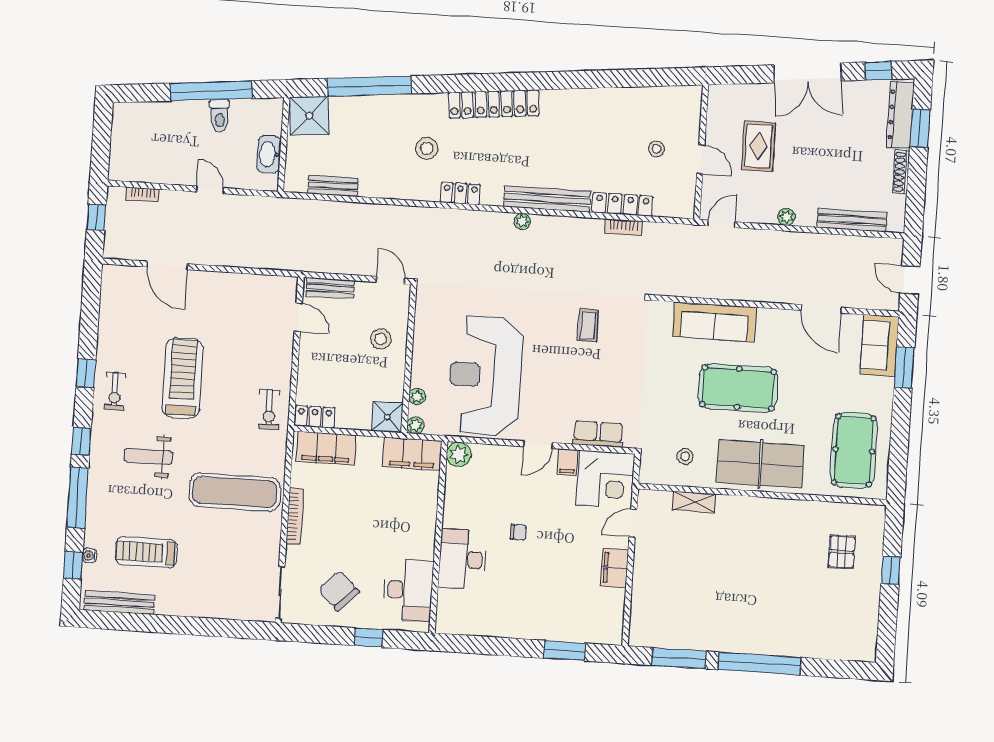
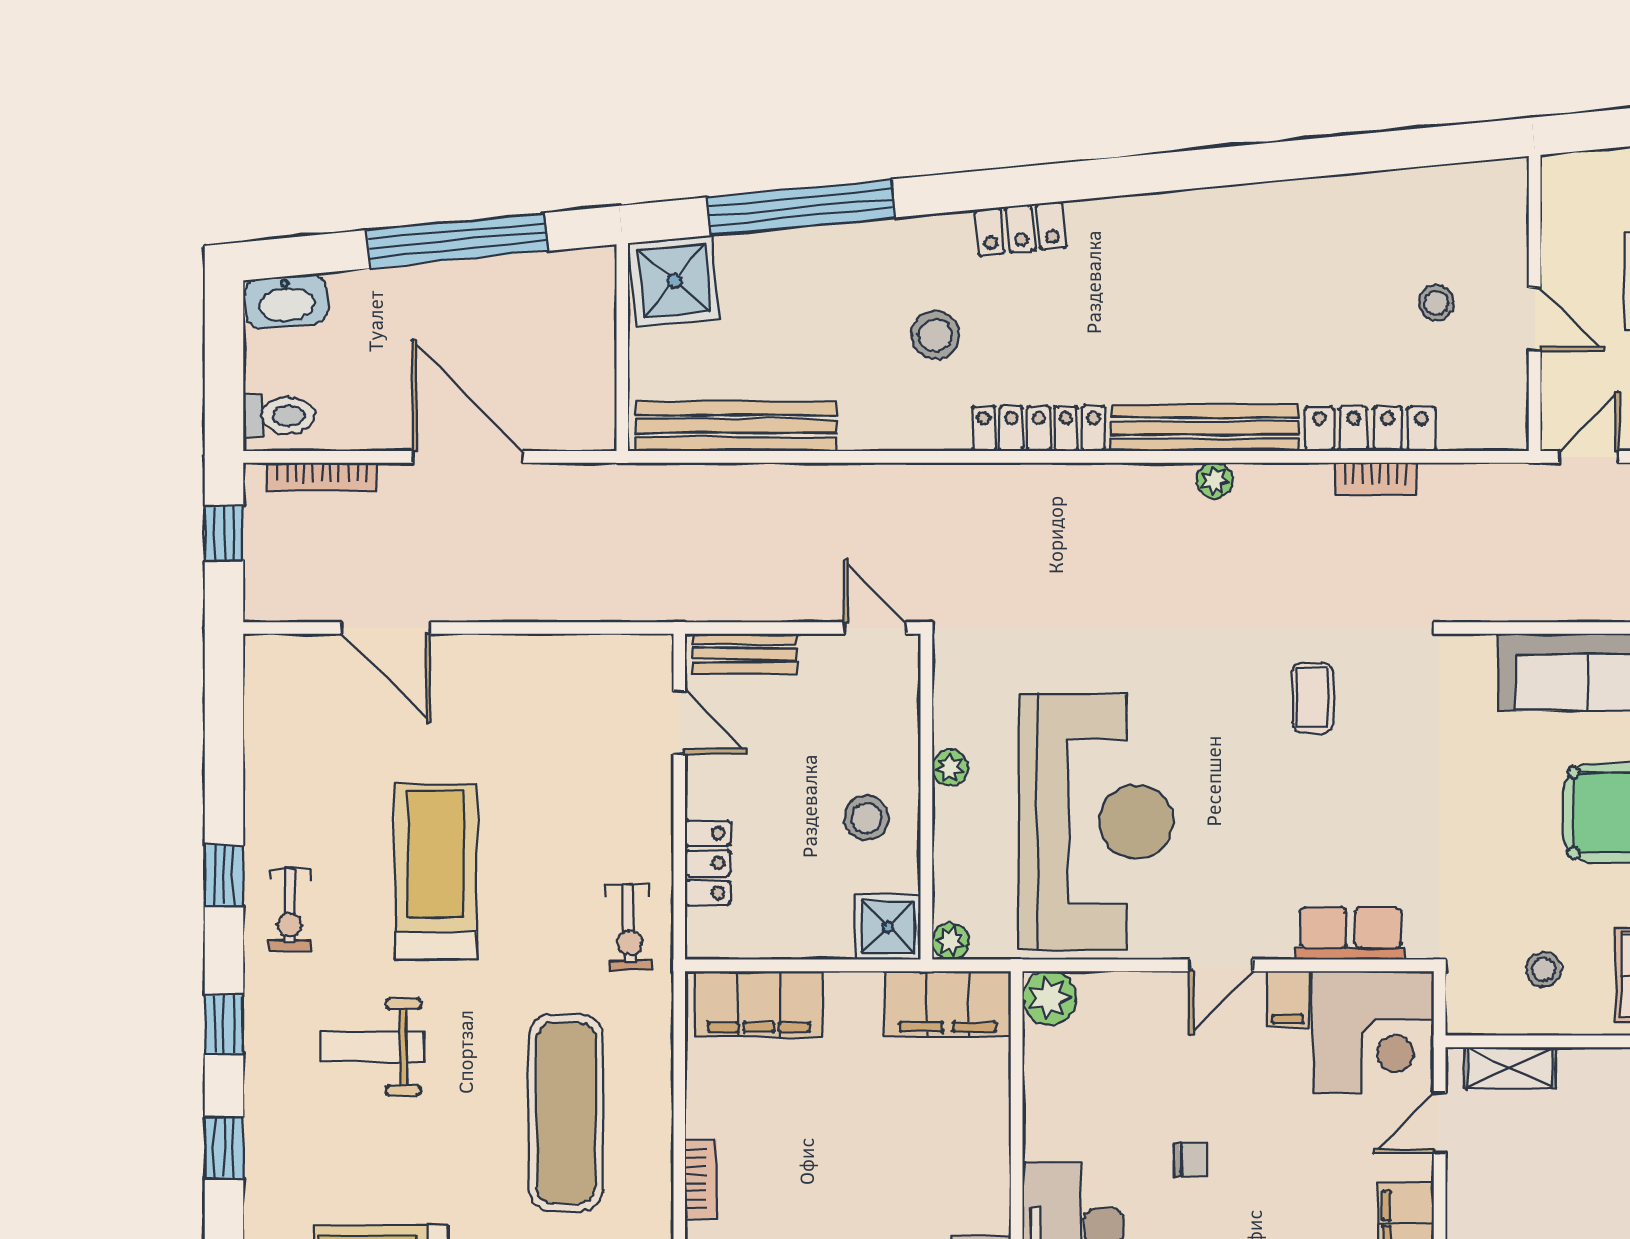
locker: (494, 104) -> (1021, 229), width x0.46, depth x0.83
toilet: (220, 116) -> (279, 416), moved, turned -84
washbasin: (269, 154) -> (287, 301), moved, turned -96
bench: (333, 186) -> (736, 426), width x1.86, depth x1.21
door: (210, 190) -> (468, 457), width x1.88
locker: (460, 193) -> (1039, 428), width x1.53
bookcase: (143, 194) -> (322, 477), width x1.56
plant: (522, 221) -> (1214, 481), moved
stool: (381, 339) -> (867, 818), moved
reception desk: (485, 375) -> (1096, 822), turned 180
plant: (417, 397) -> (950, 768), moved
locker: (315, 417) -> (708, 863), moved, turned 90
exercise mat: (235, 492) -> (566, 1113), turned 90
window: (78, 498) -> (224, 1148), width x0.46
shelving: (694, 502) -> (1510, 1068), moved
bookcase: (295, 516) -> (701, 1179), width x0.64

